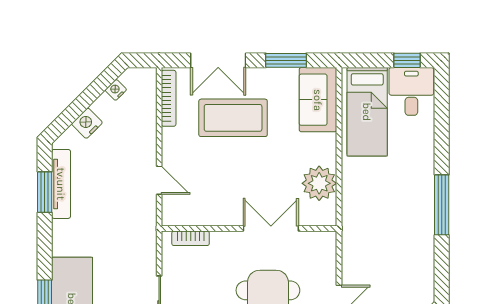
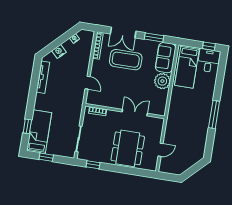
plant: (319, 183) -> (162, 81), moved
window: (45, 192) -> (35, 80), removed

